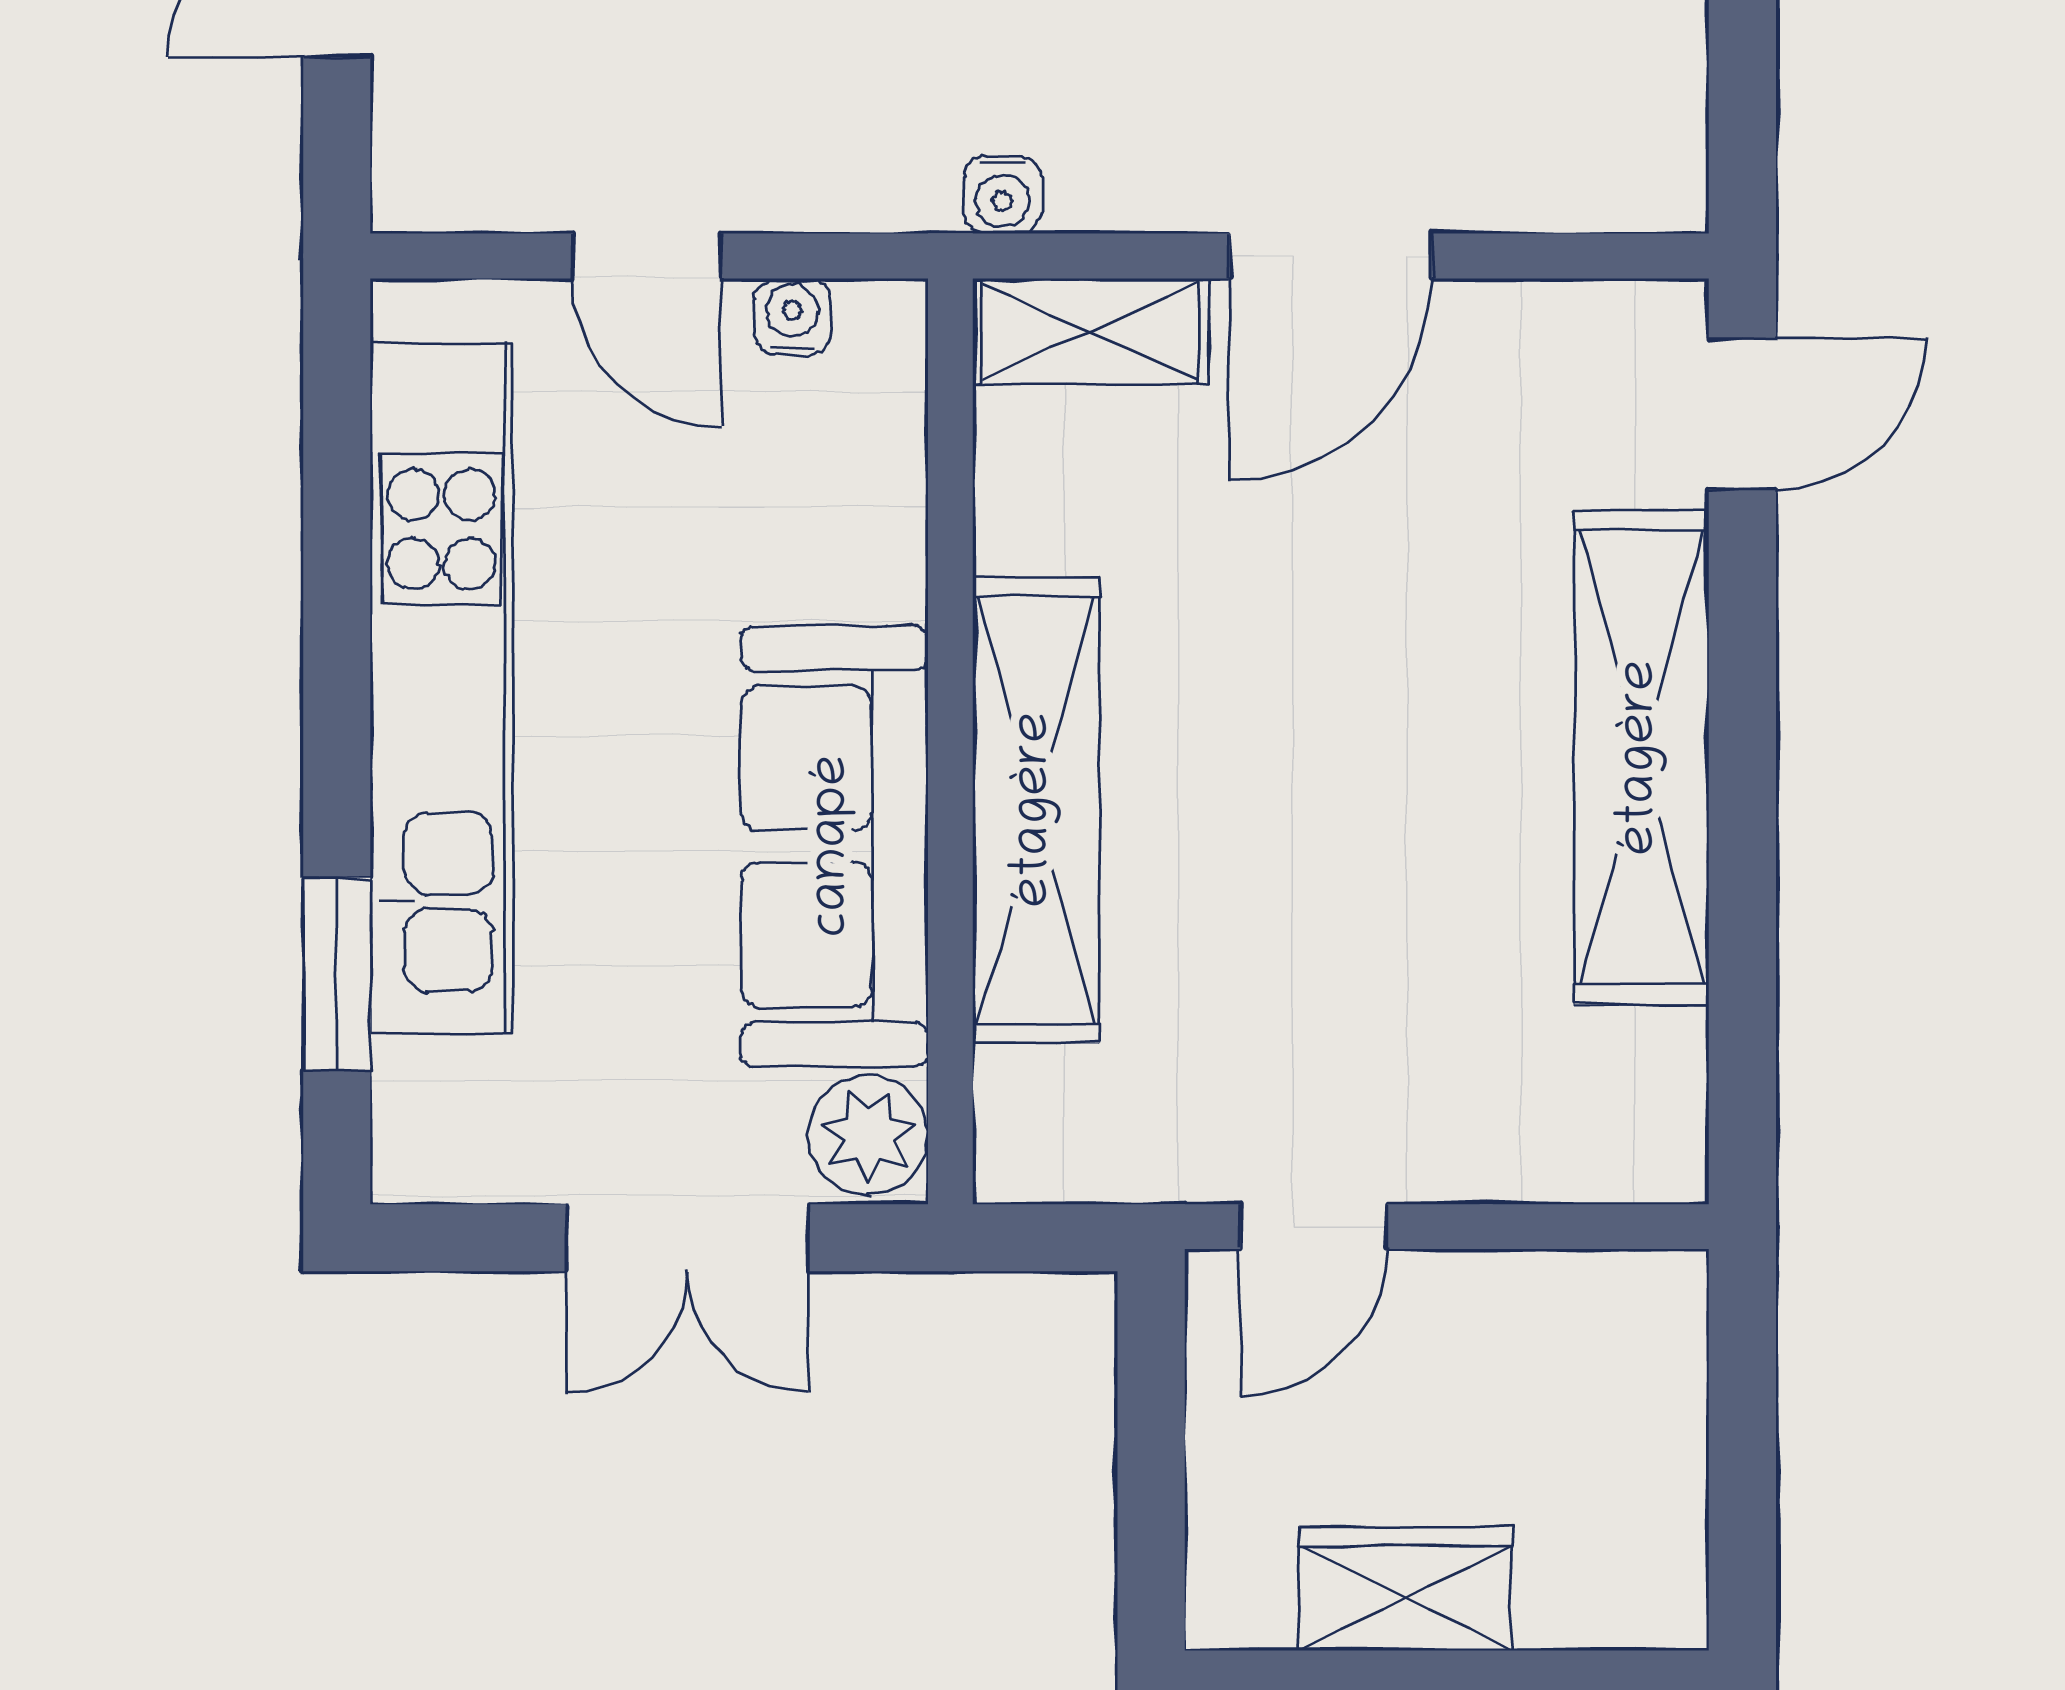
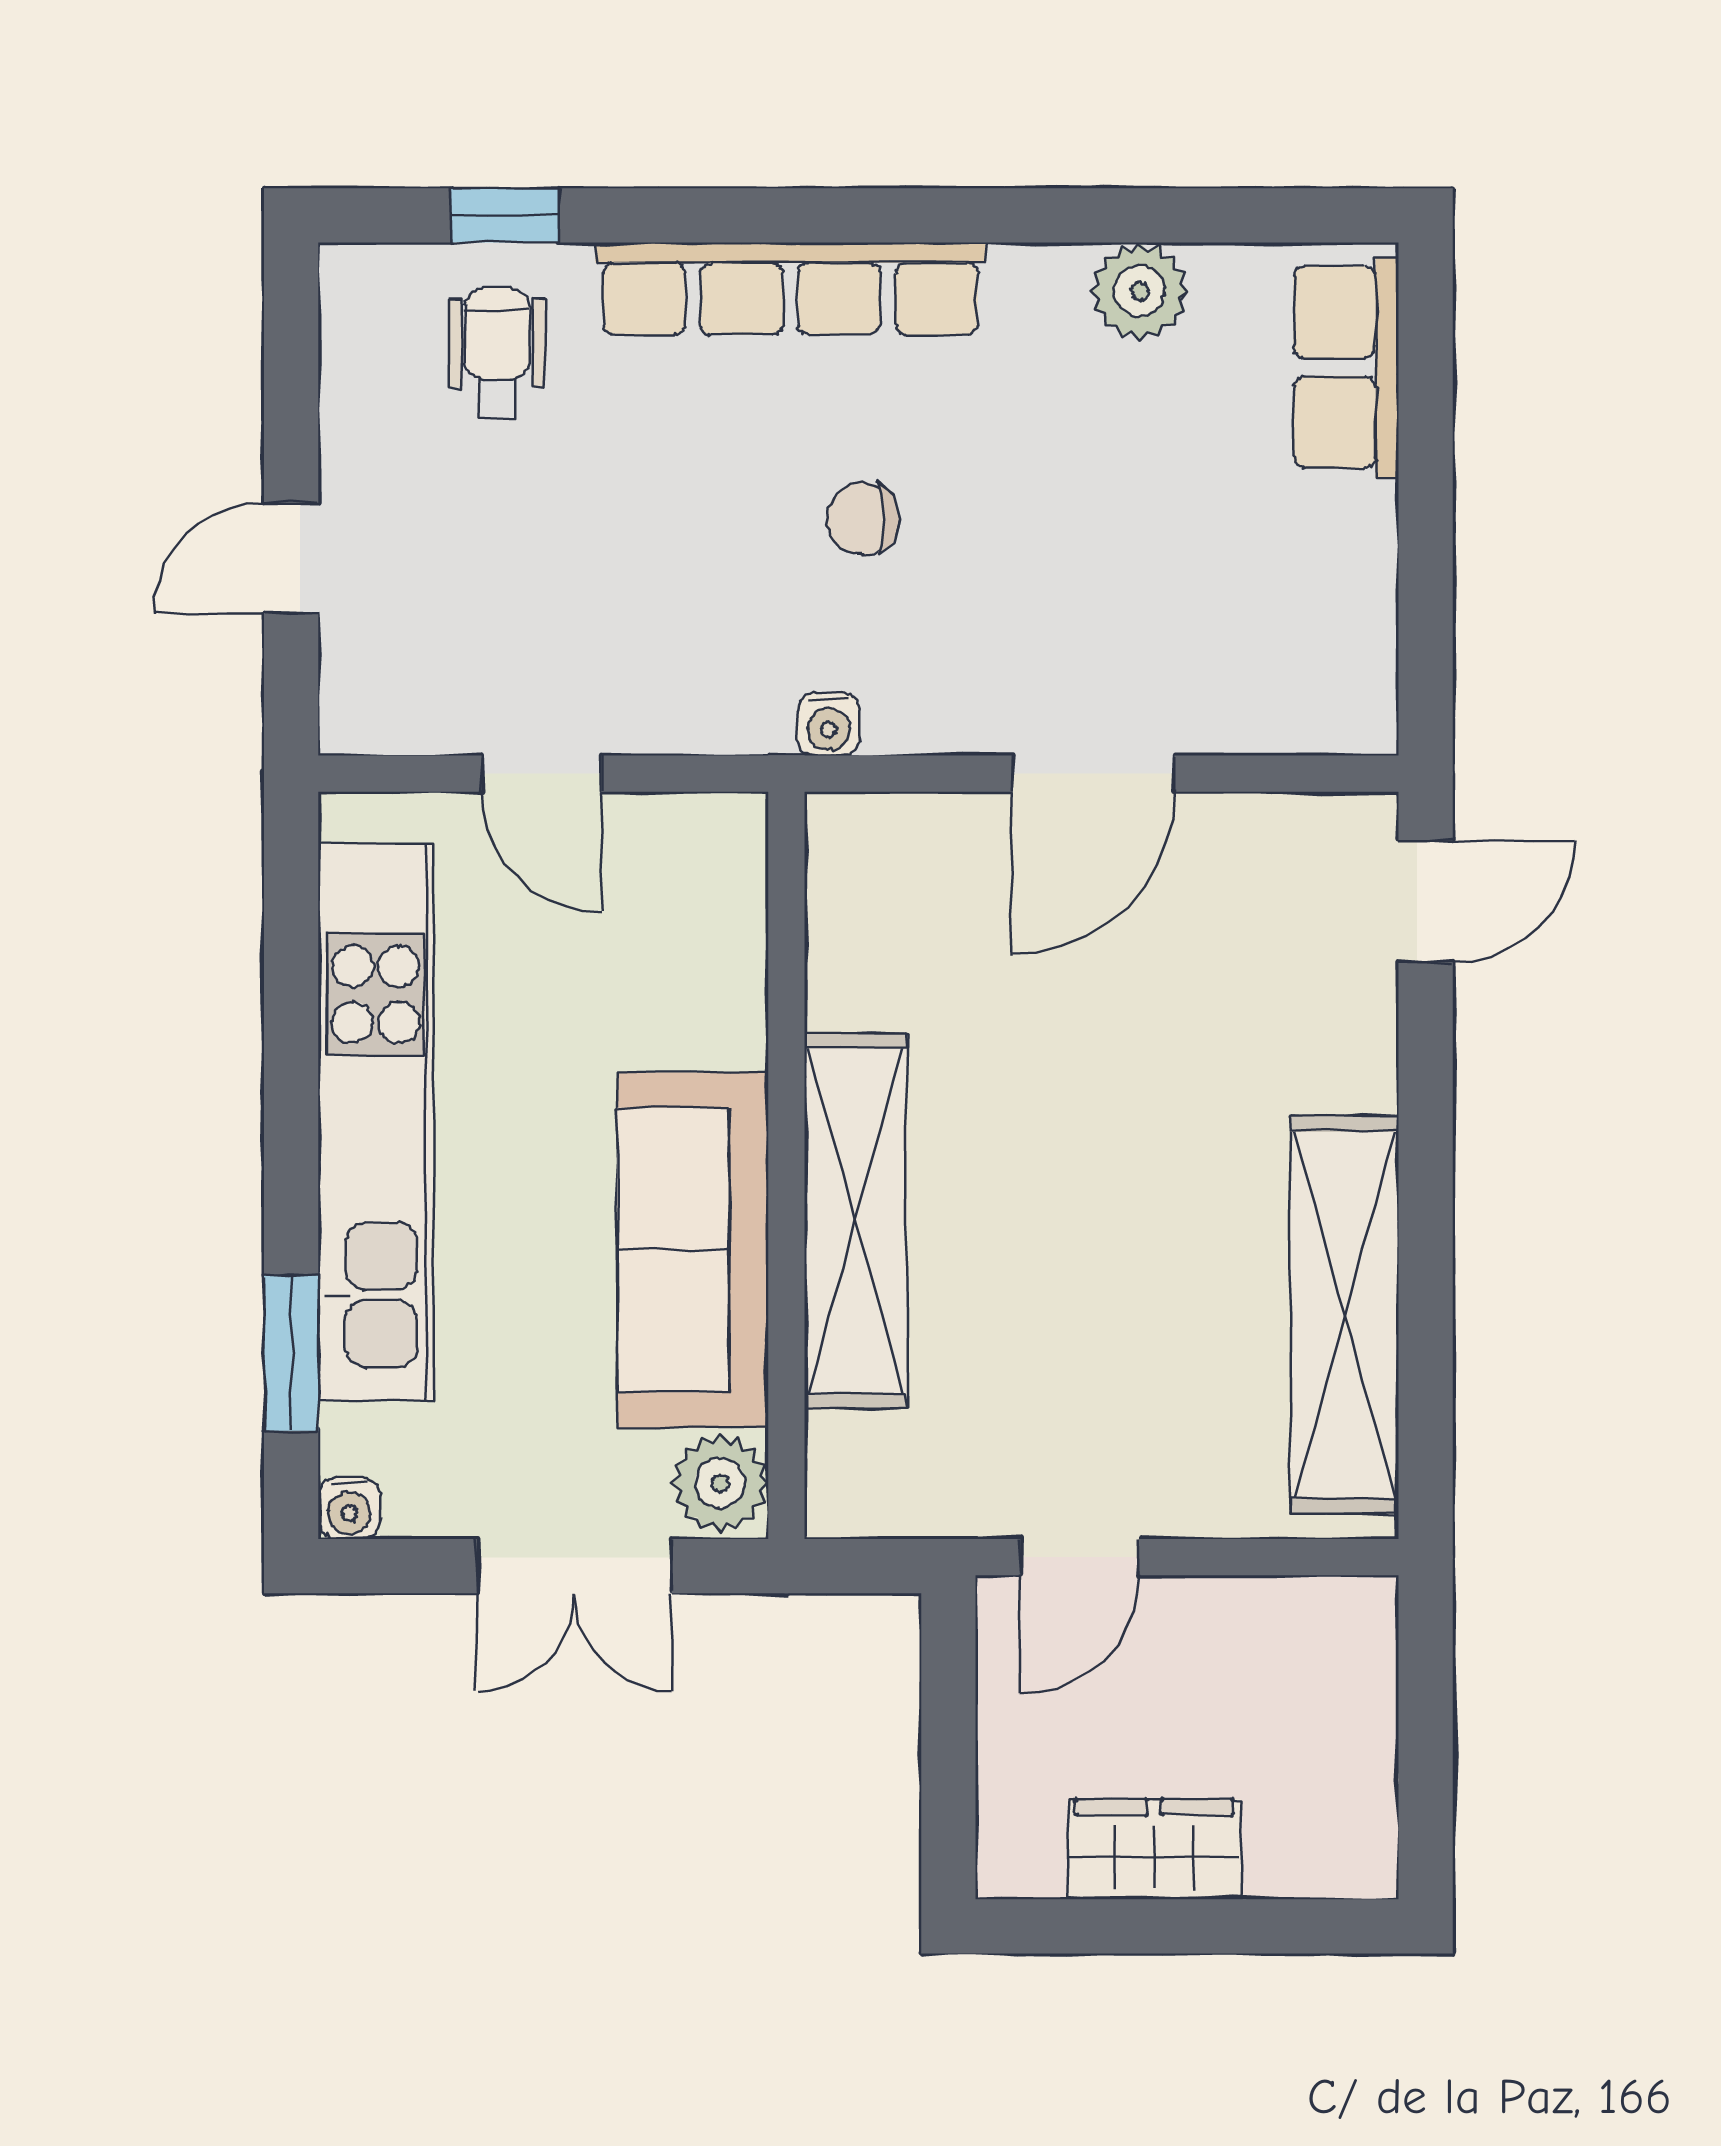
water cooler: (792, 317) -> (349, 1508), moved, turned 180
shelving: (1091, 331) -> (900, 835), removed
shelving: (1642, 758) -> (1344, 1315), moved

